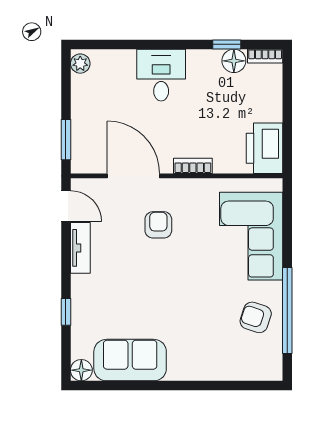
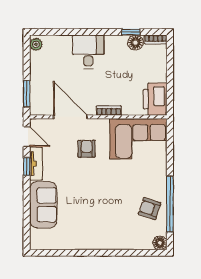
corner sofa: (251, 236) -> (138, 139), moved, turned -90
window: (66, 312) -> (27, 167), moved
sofa: (130, 360) -> (43, 205), moved, turned 90
floor lamp: (81, 370) -> (160, 243), moved

